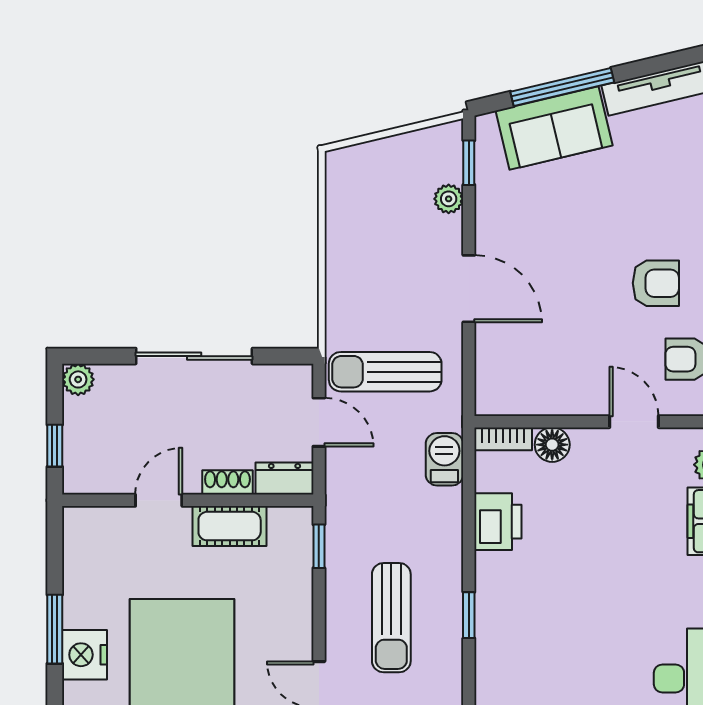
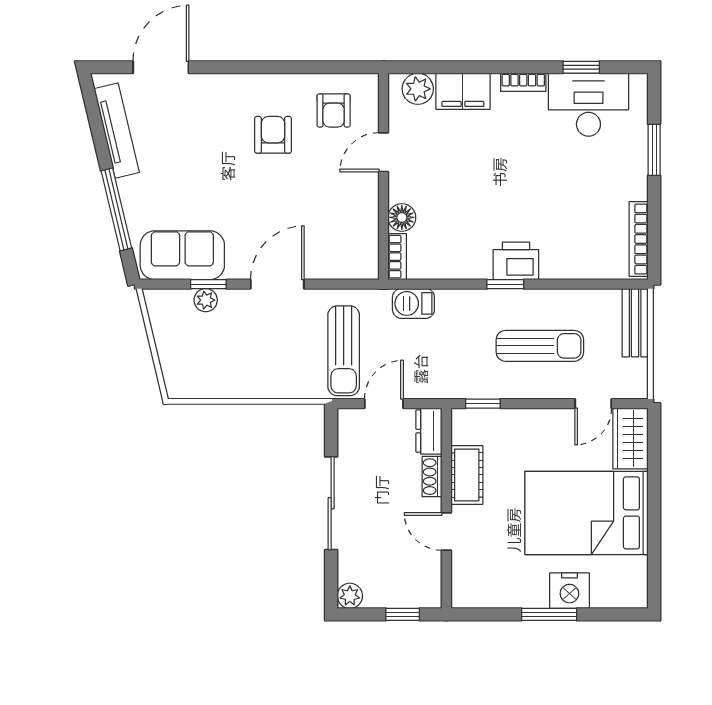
sofa: (554, 128) -> (182, 255), moved, turned -77
window: (469, 163) -> (208, 284), moved
printer: (498, 522) -> (516, 261), moved
window: (469, 615) -> (505, 284), moved

